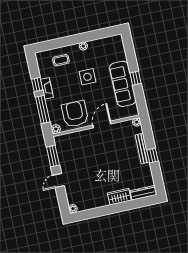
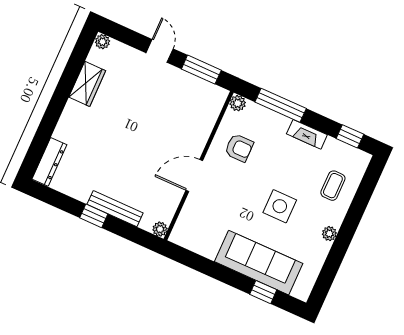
window: (136, 78) -> (263, 292), moved
window: (37, 84) -> (350, 136), moved
sofa: (123, 84) -> (259, 263), moved
armchair: (75, 114) -> (239, 148), width x0.53, depth x0.53
door: (102, 124) -> (194, 176), swing flipped
wardrobe: (119, 197) -> (87, 84), moved

